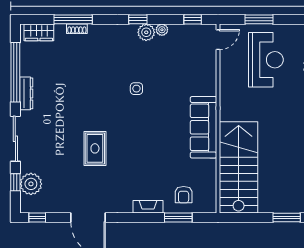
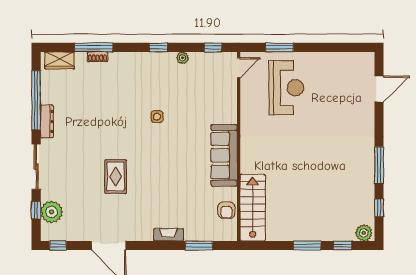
plant: (146, 32) -> (167, 60), removed
stairs: (239, 167) -> (253, 208), width x0.73, depth x0.66
armchair: (184, 195) -> (226, 210), moved

